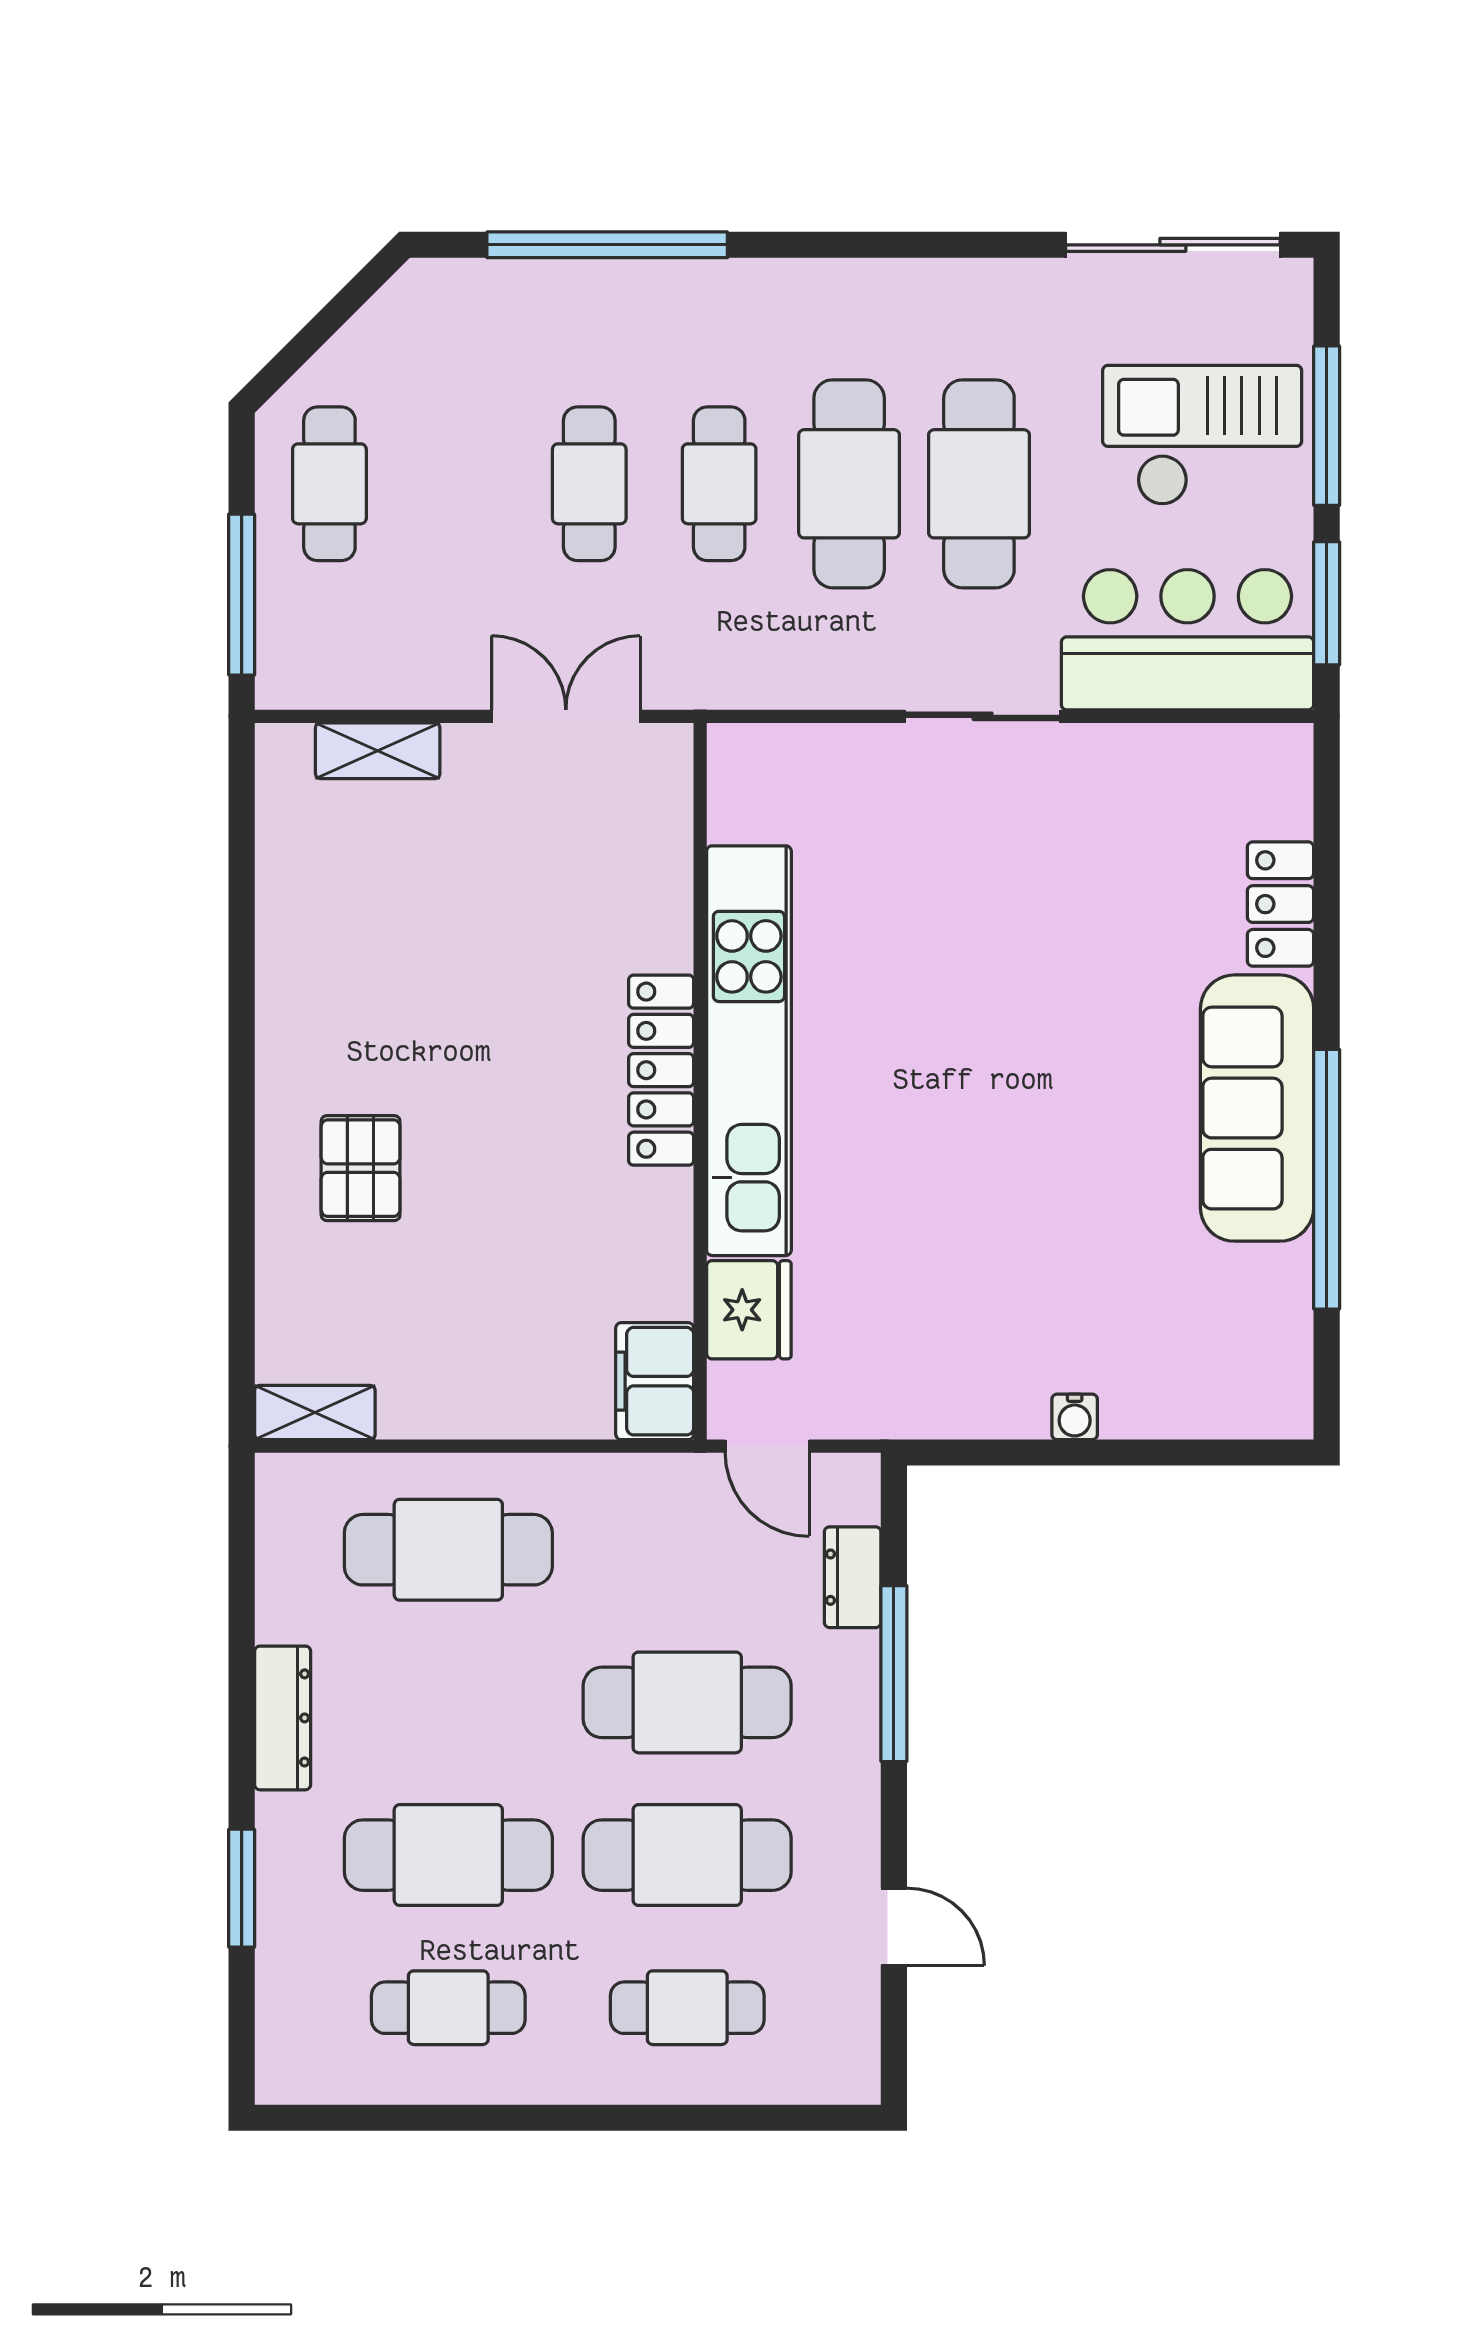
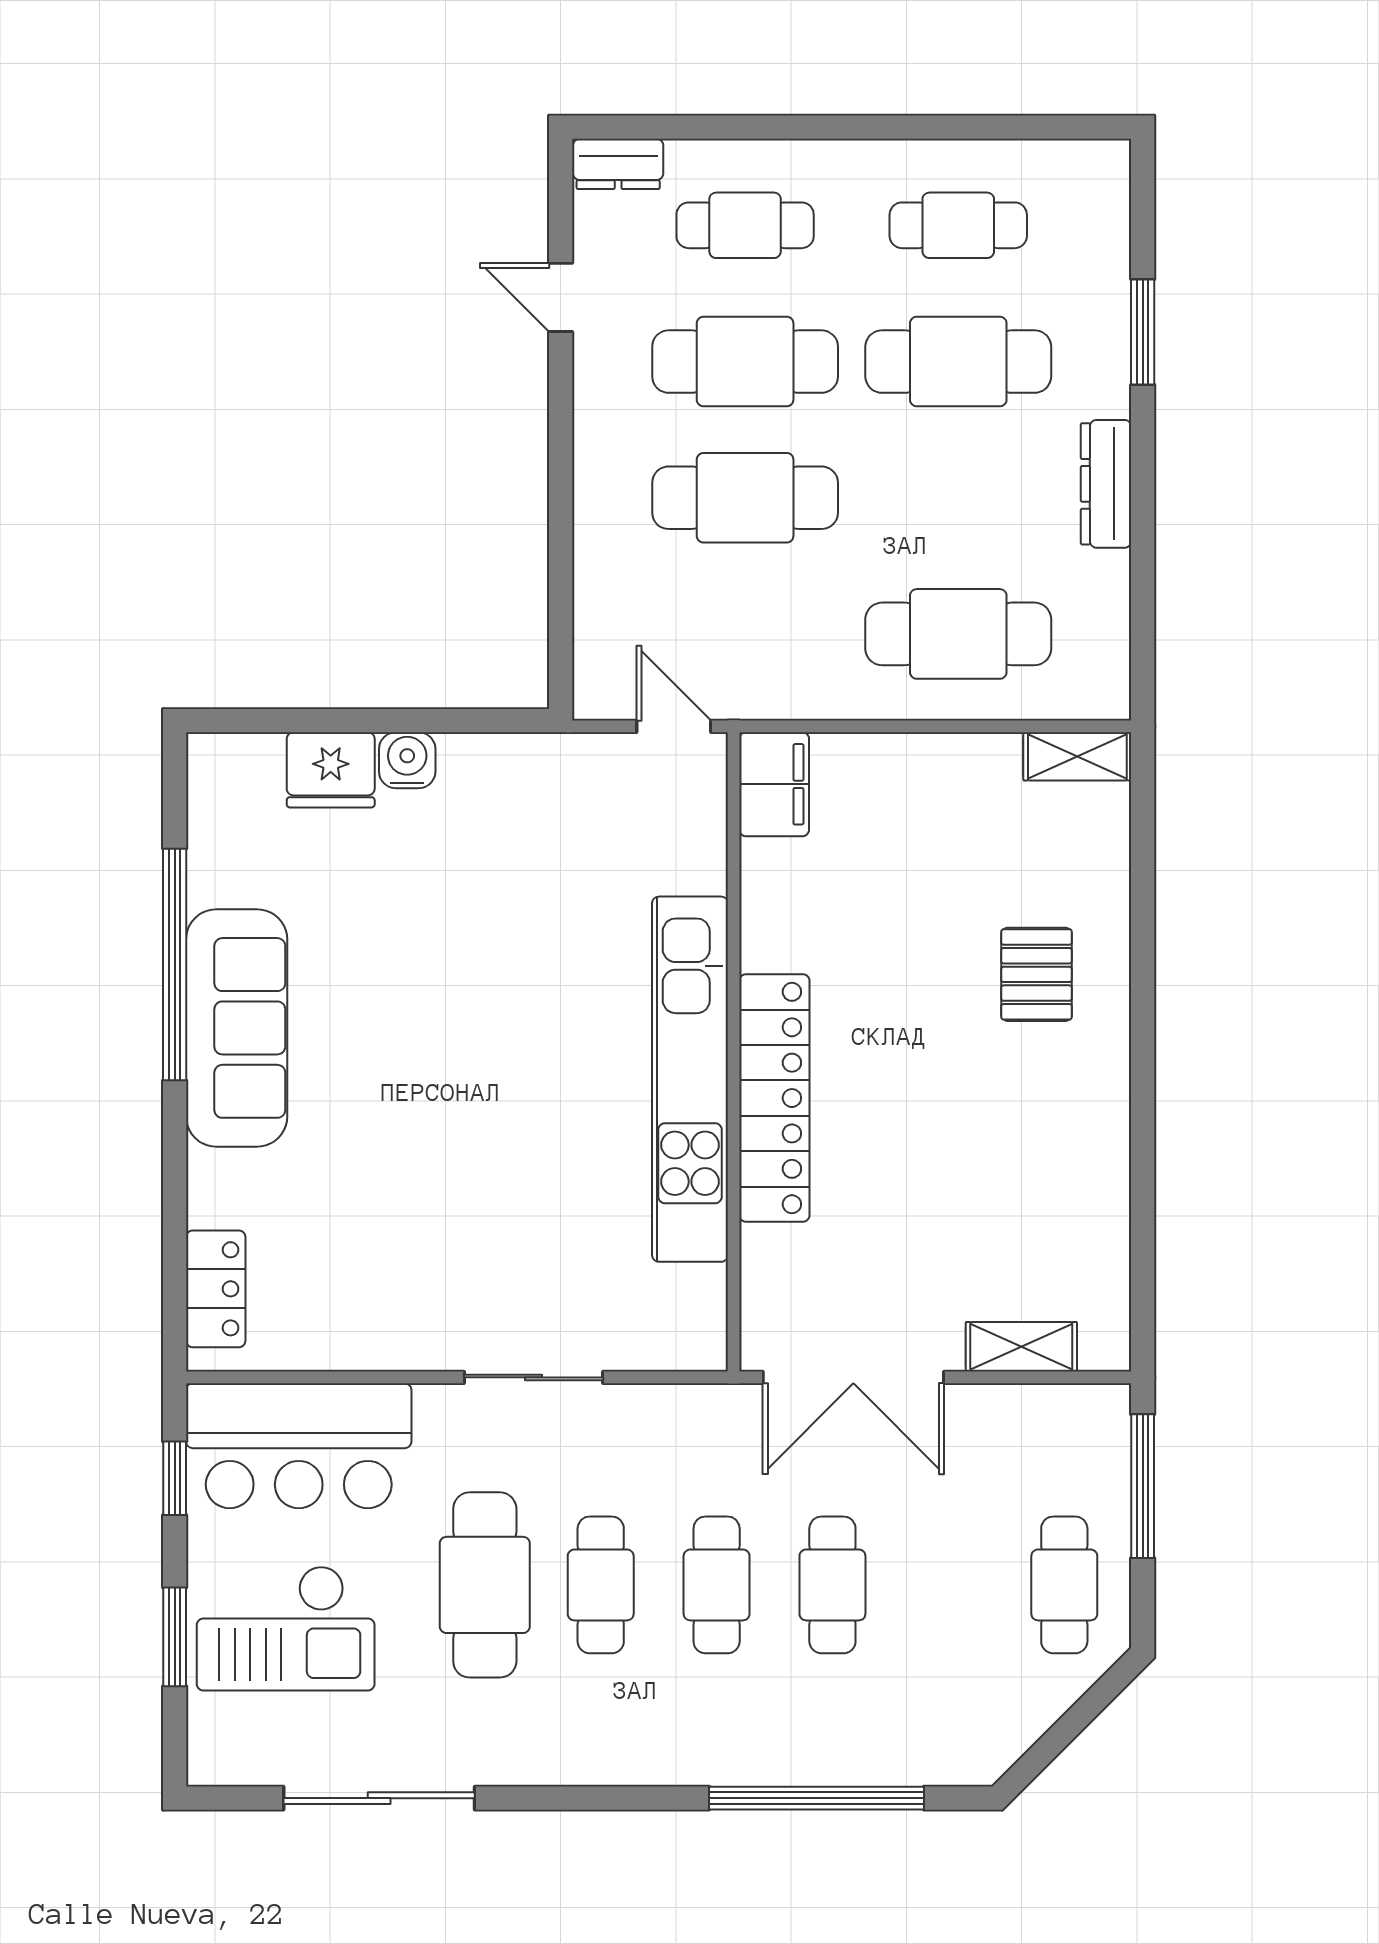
sliding door: (1173, 245) -> (379, 1798), moved
window: (1327, 426) -> (175, 1637), width x0.69
cafe table: (849, 484) -> (601, 1585), width x0.73, depth x0.74
window: (1327, 603) -> (175, 1478), width x0.67
double door: (566, 716) -> (853, 1377), width x1.37
sliding door: (983, 716) -> (534, 1377), moved
locker: (1281, 904) -> (216, 1289), moved
locker: (661, 1070) -> (774, 1098), width x1.41, depth x1.21
fridge: (749, 1310) -> (331, 770), moved, turned -90
water cooler: (1075, 1417) -> (407, 760), width x1.38, depth x1.38
dresser: (853, 1577) -> (618, 164), moved, turned 90
window: (894, 1674) -> (561, 523), removed

